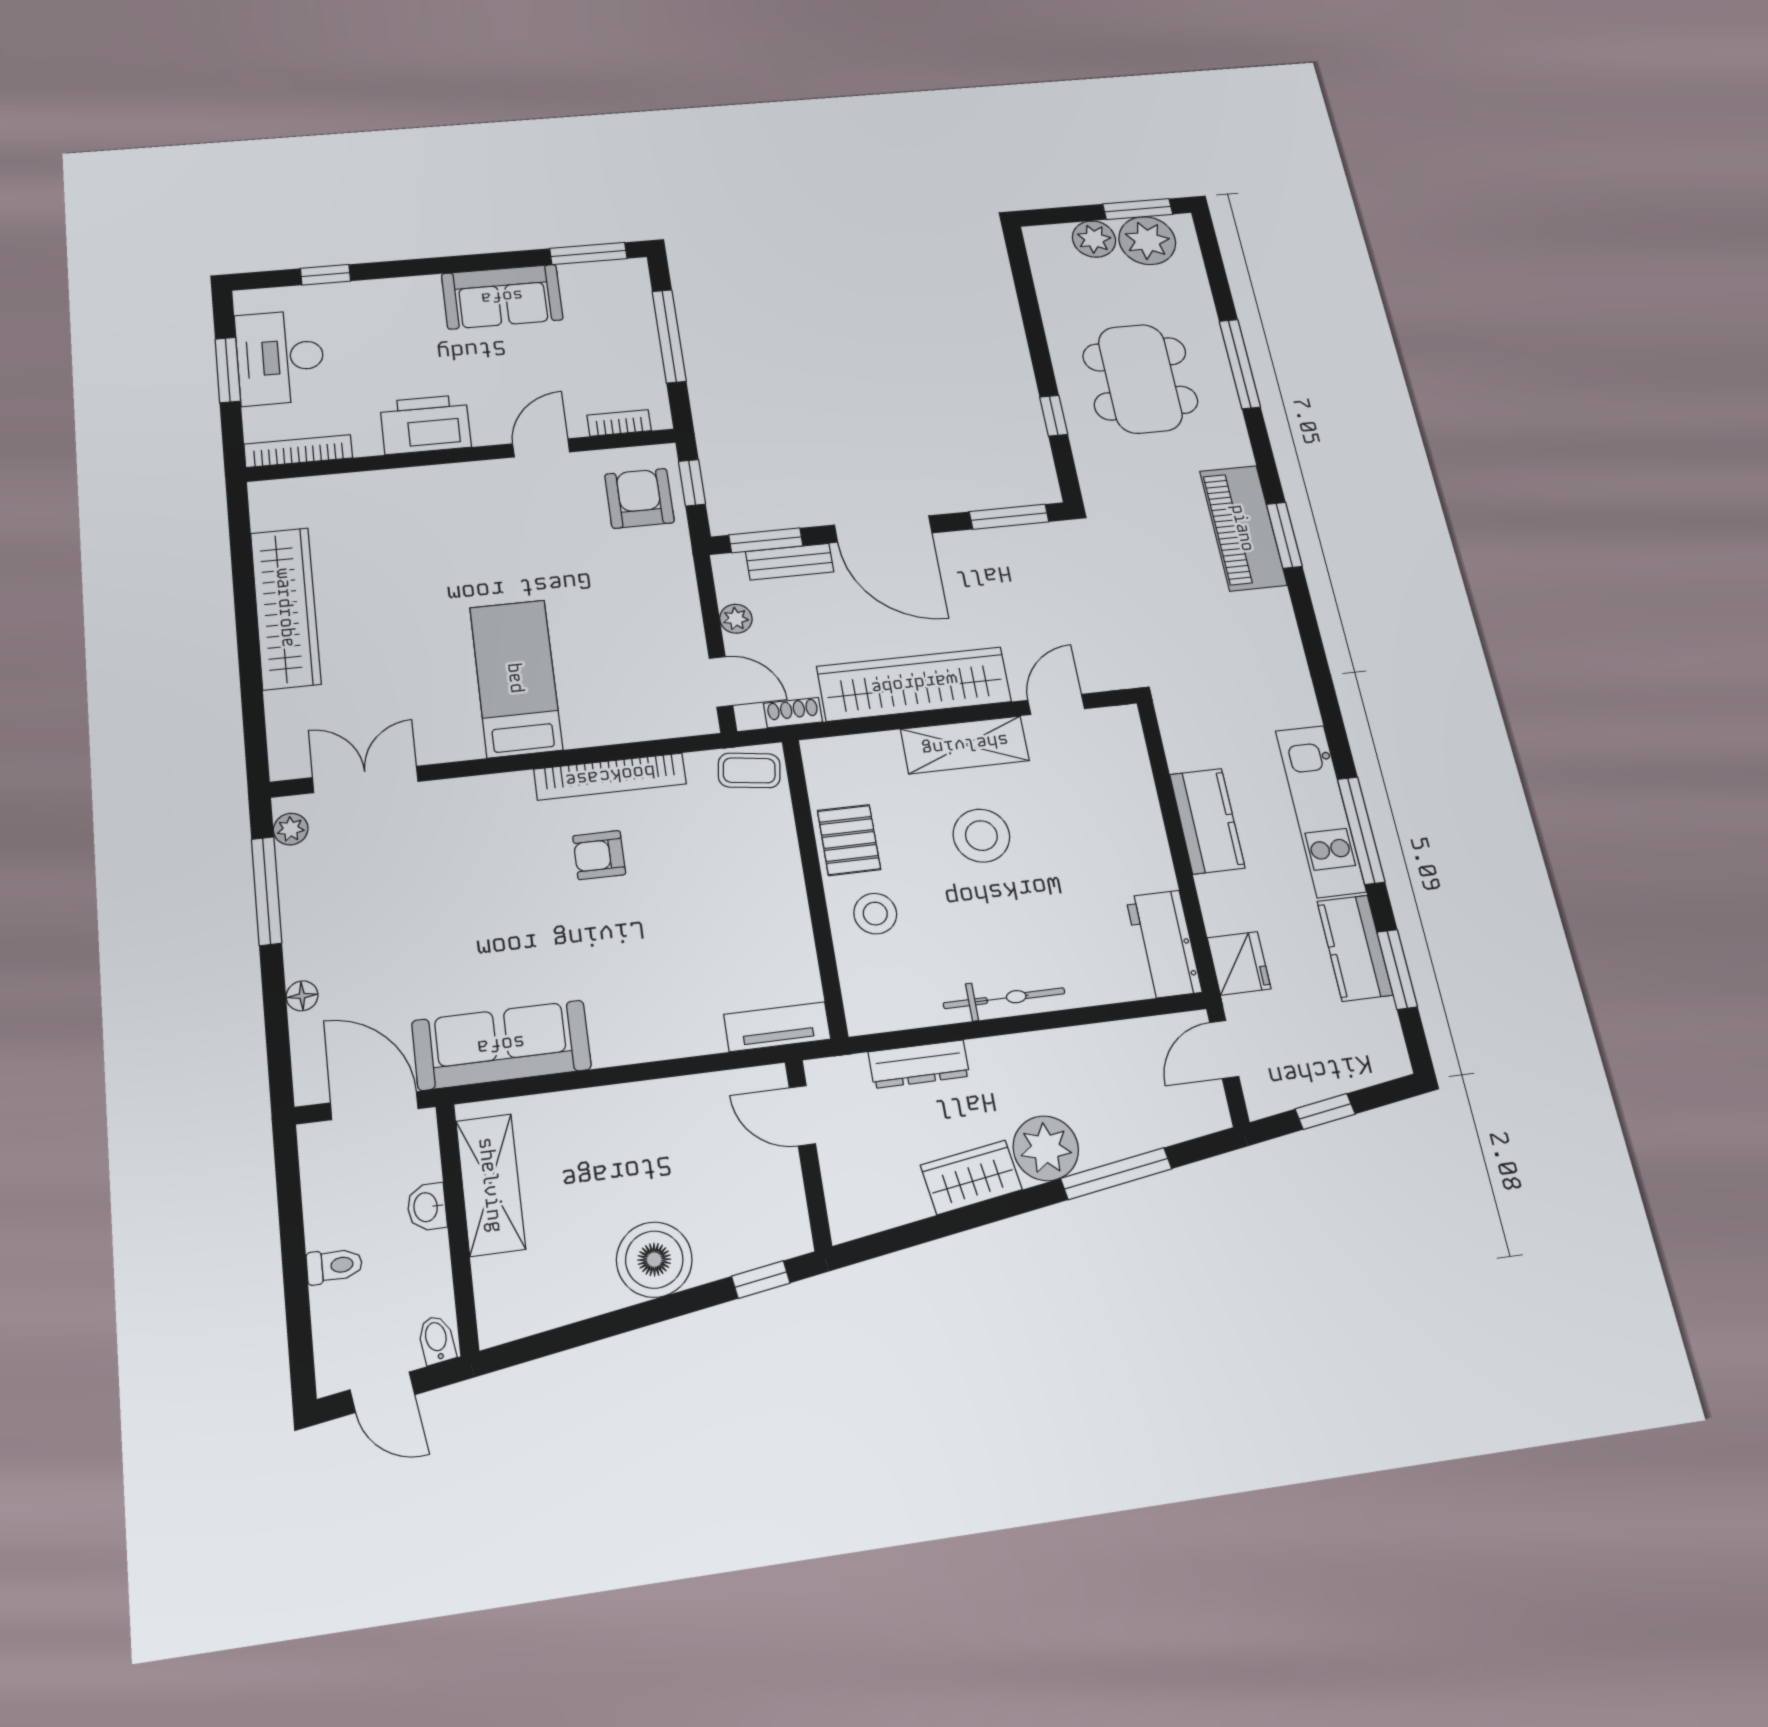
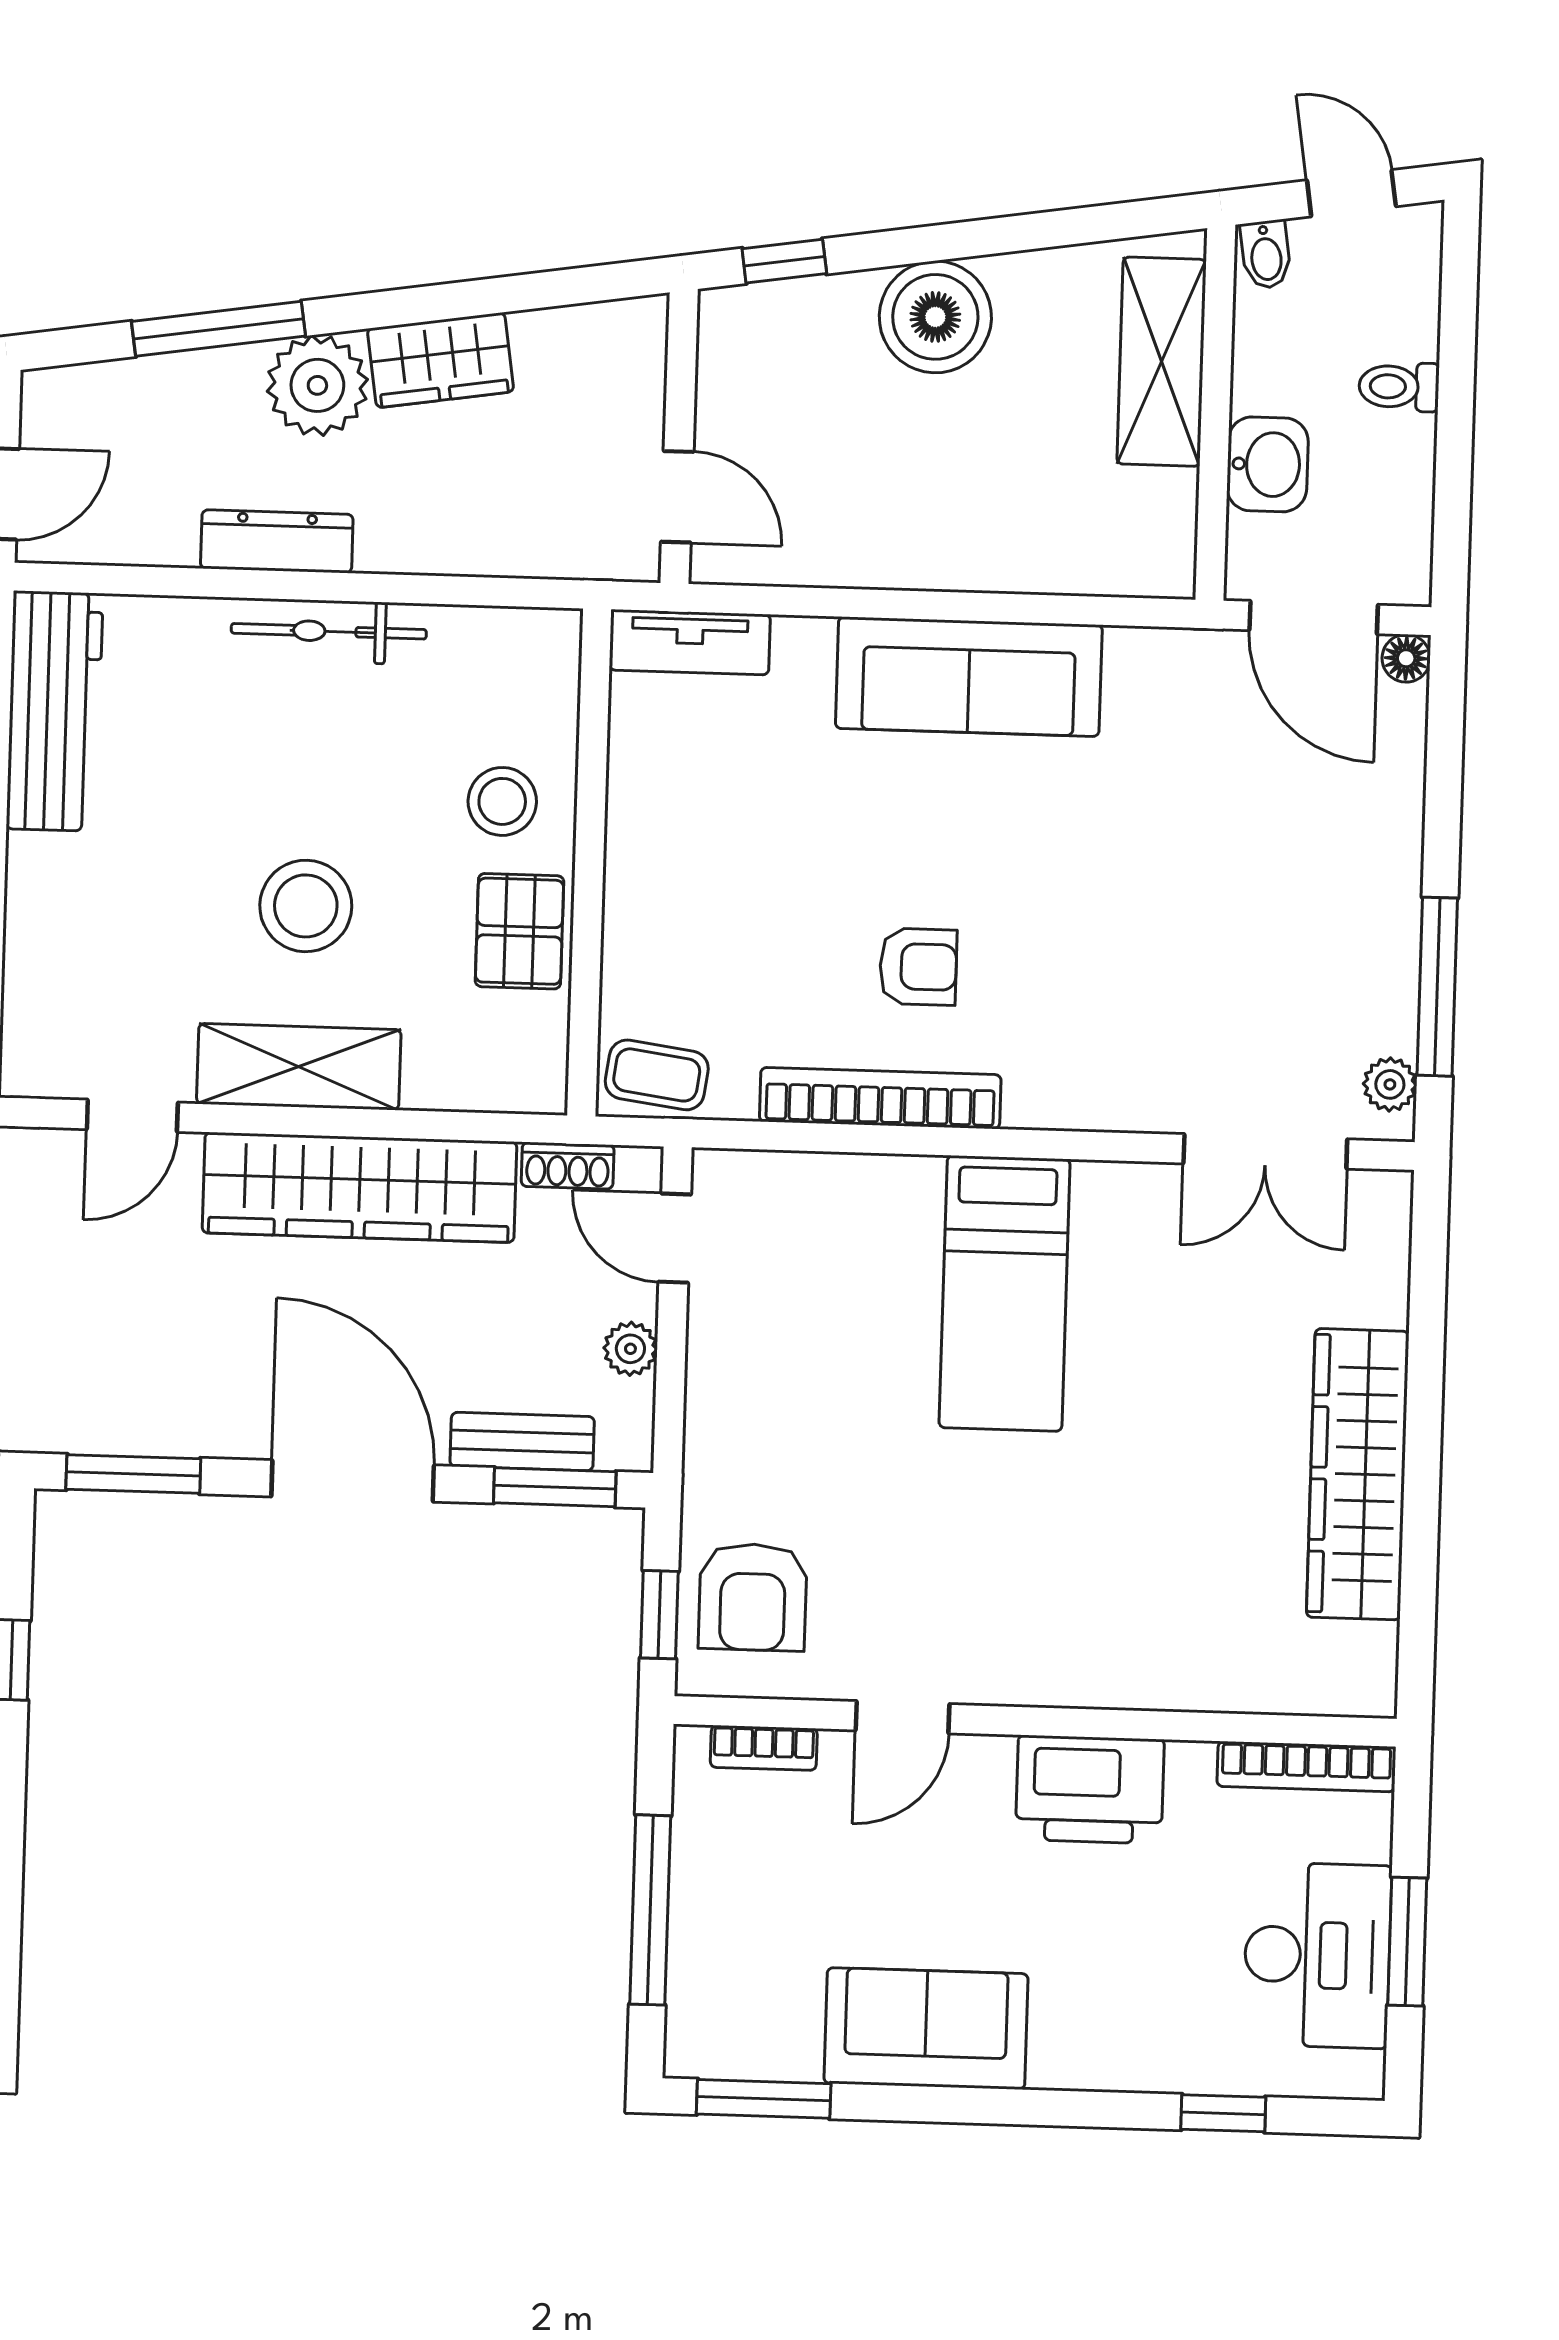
workbench: (1164, 944) -> (55, 711), width x1.38
floor lamp: (302, 996) -> (1406, 658), moved
sofa: (501, 1045) -> (969, 677), moved
dresser: (919, 1064) -> (277, 541), moved
shelving: (491, 1185) -> (1162, 362), moved
washbasin: (427, 1207) -> (1267, 464), width x1.38, depth x1.45

